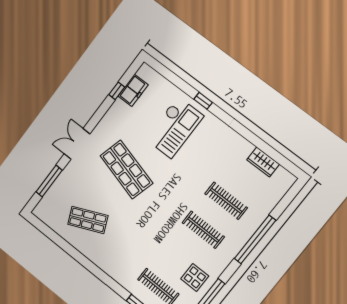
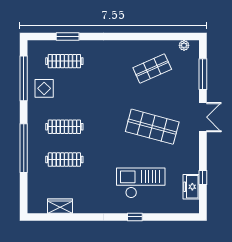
checkout: (174, 127) -> (141, 183), turned 90
plant: (46, 218) -> (184, 45), added

